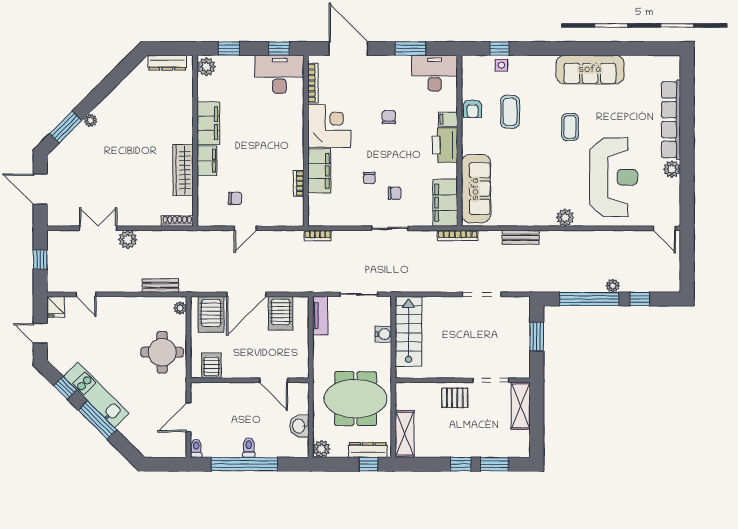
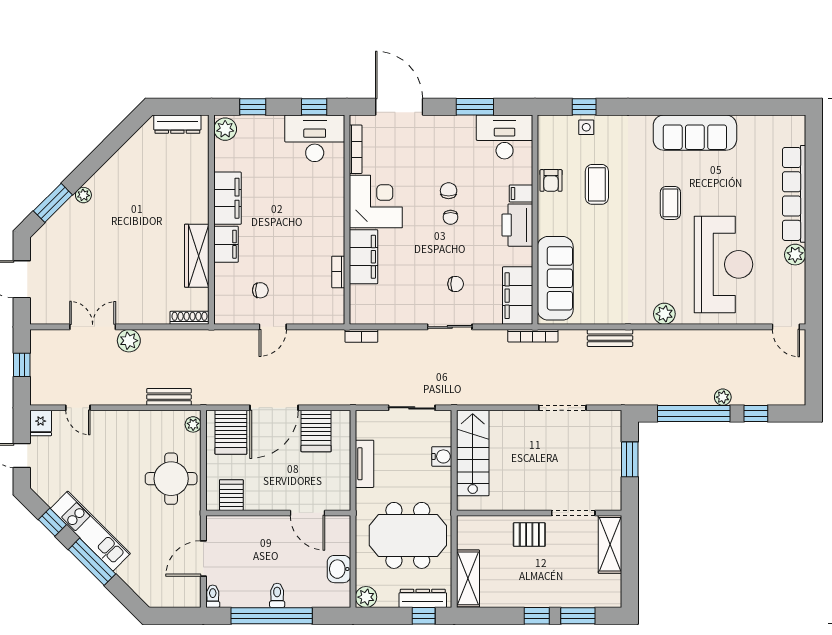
chair: (369, 178) -> (451, 217), moved
tv unit: (320, 316) -> (364, 464), moved

